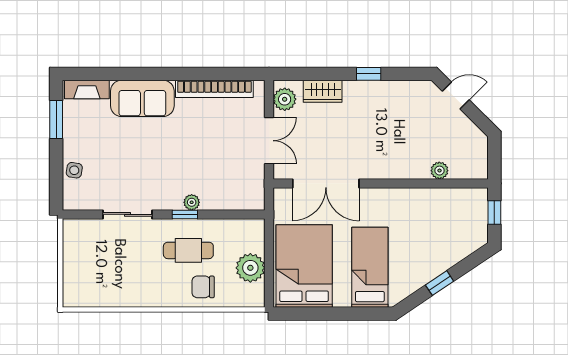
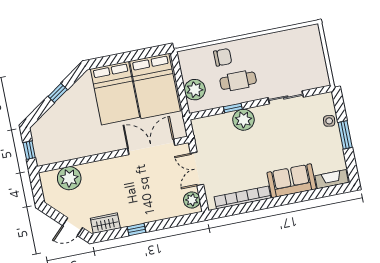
wardrobe: (323, 91) -> (105, 223), moved
window: (56, 119) -> (345, 135), moved
plant: (439, 171) -> (69, 178), width x1.87, depth x1.87
plant: (192, 202) -> (243, 120), width x1.88, depth x1.88
window: (185, 214) -> (233, 108), moved
bed: (370, 267) -> (115, 93), width x1.50
plant: (250, 268) -> (195, 90), moved

